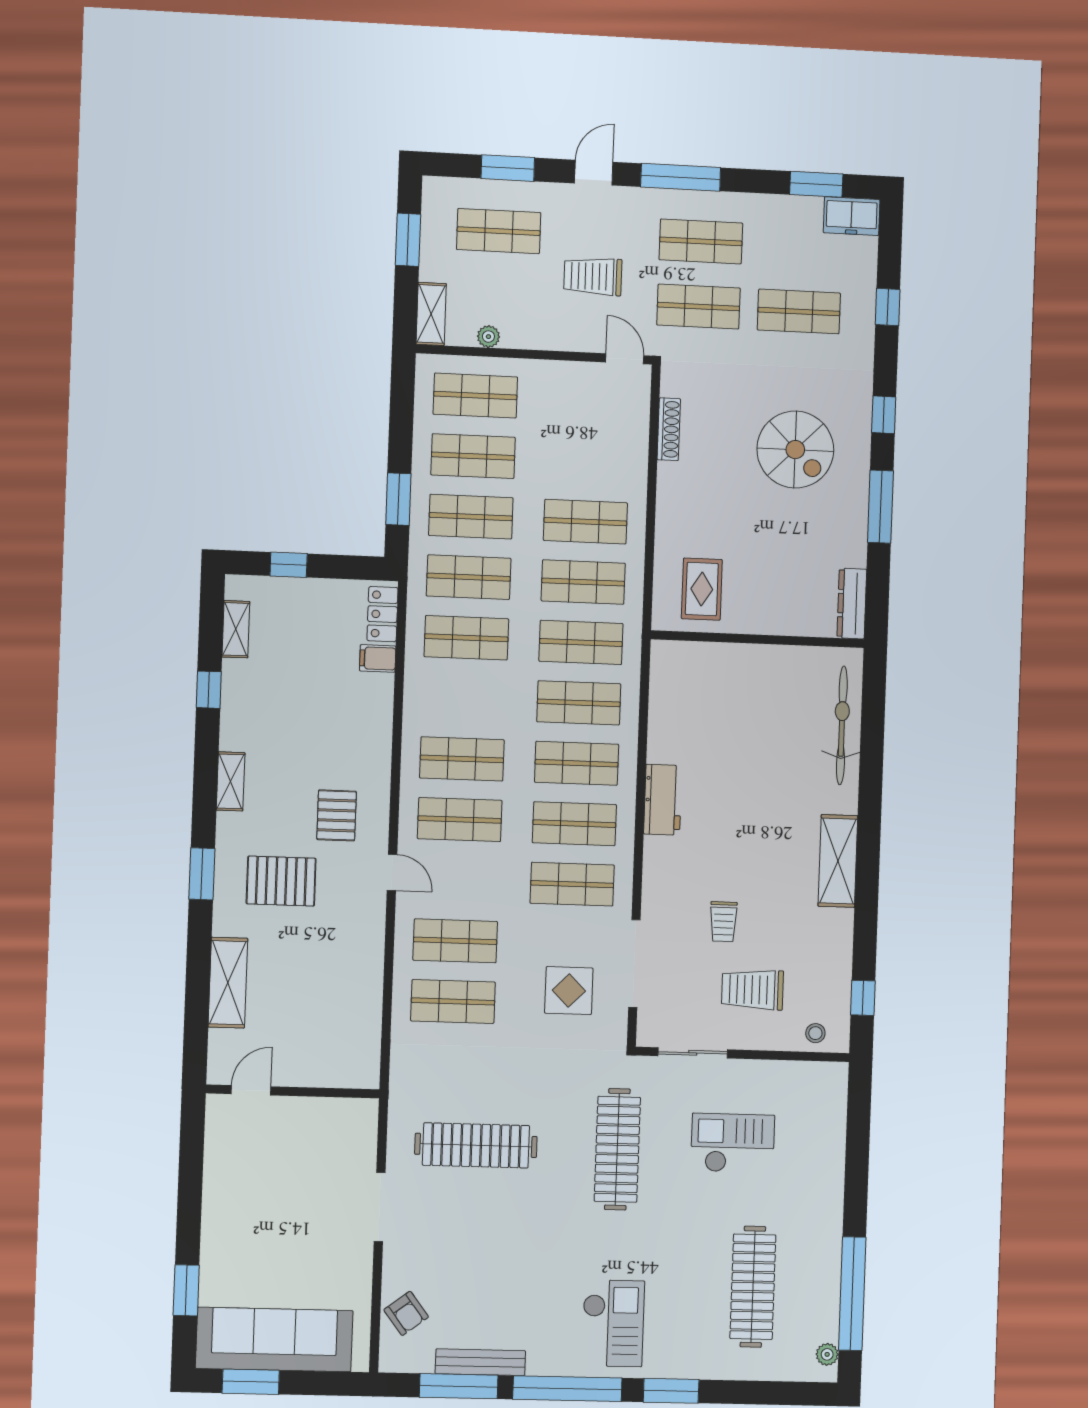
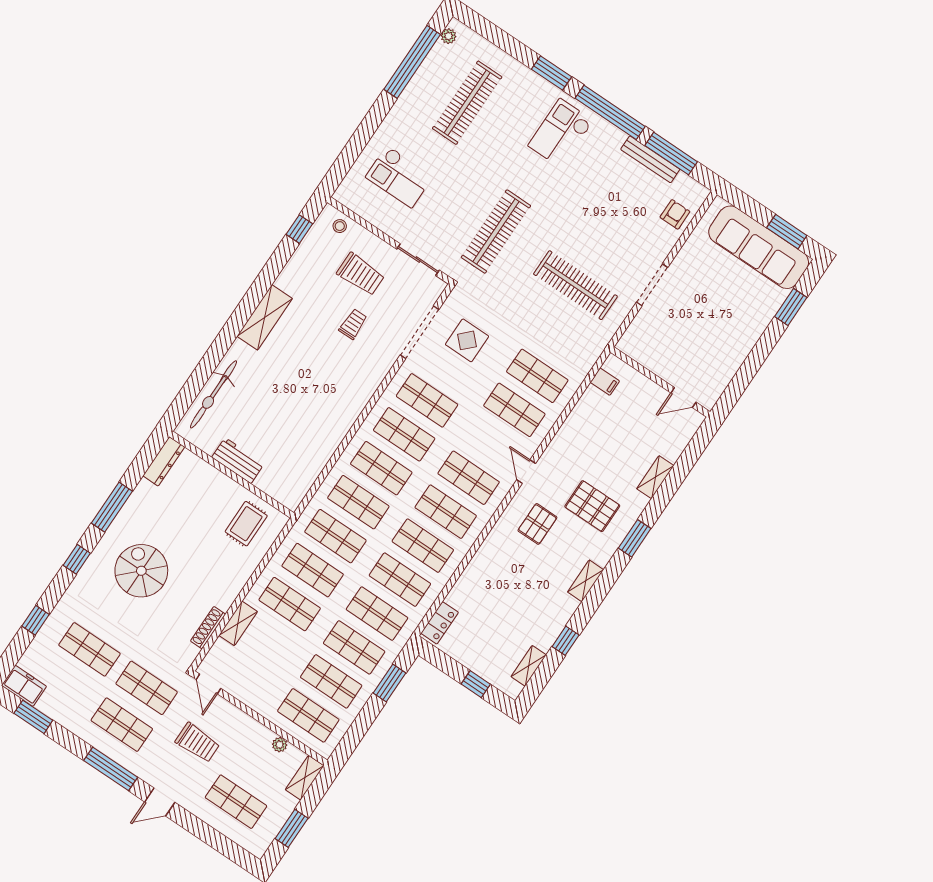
window: (508, 168) -> (208, 835), removed
shelving: (635, 458) -> (238, 623), added
filing cabinet: (378, 658) -> (605, 382), moved
shop shelf: (464, 698) -> (423, 546), added
workbench: (663, 800) -> (238, 461), moved, turned 90
shelving: (228, 983) -> (655, 477), width x0.67, depth x0.75
checkout: (733, 1143) -> (399, 177), moved
armchair: (406, 1313) -> (675, 214), turned 37

